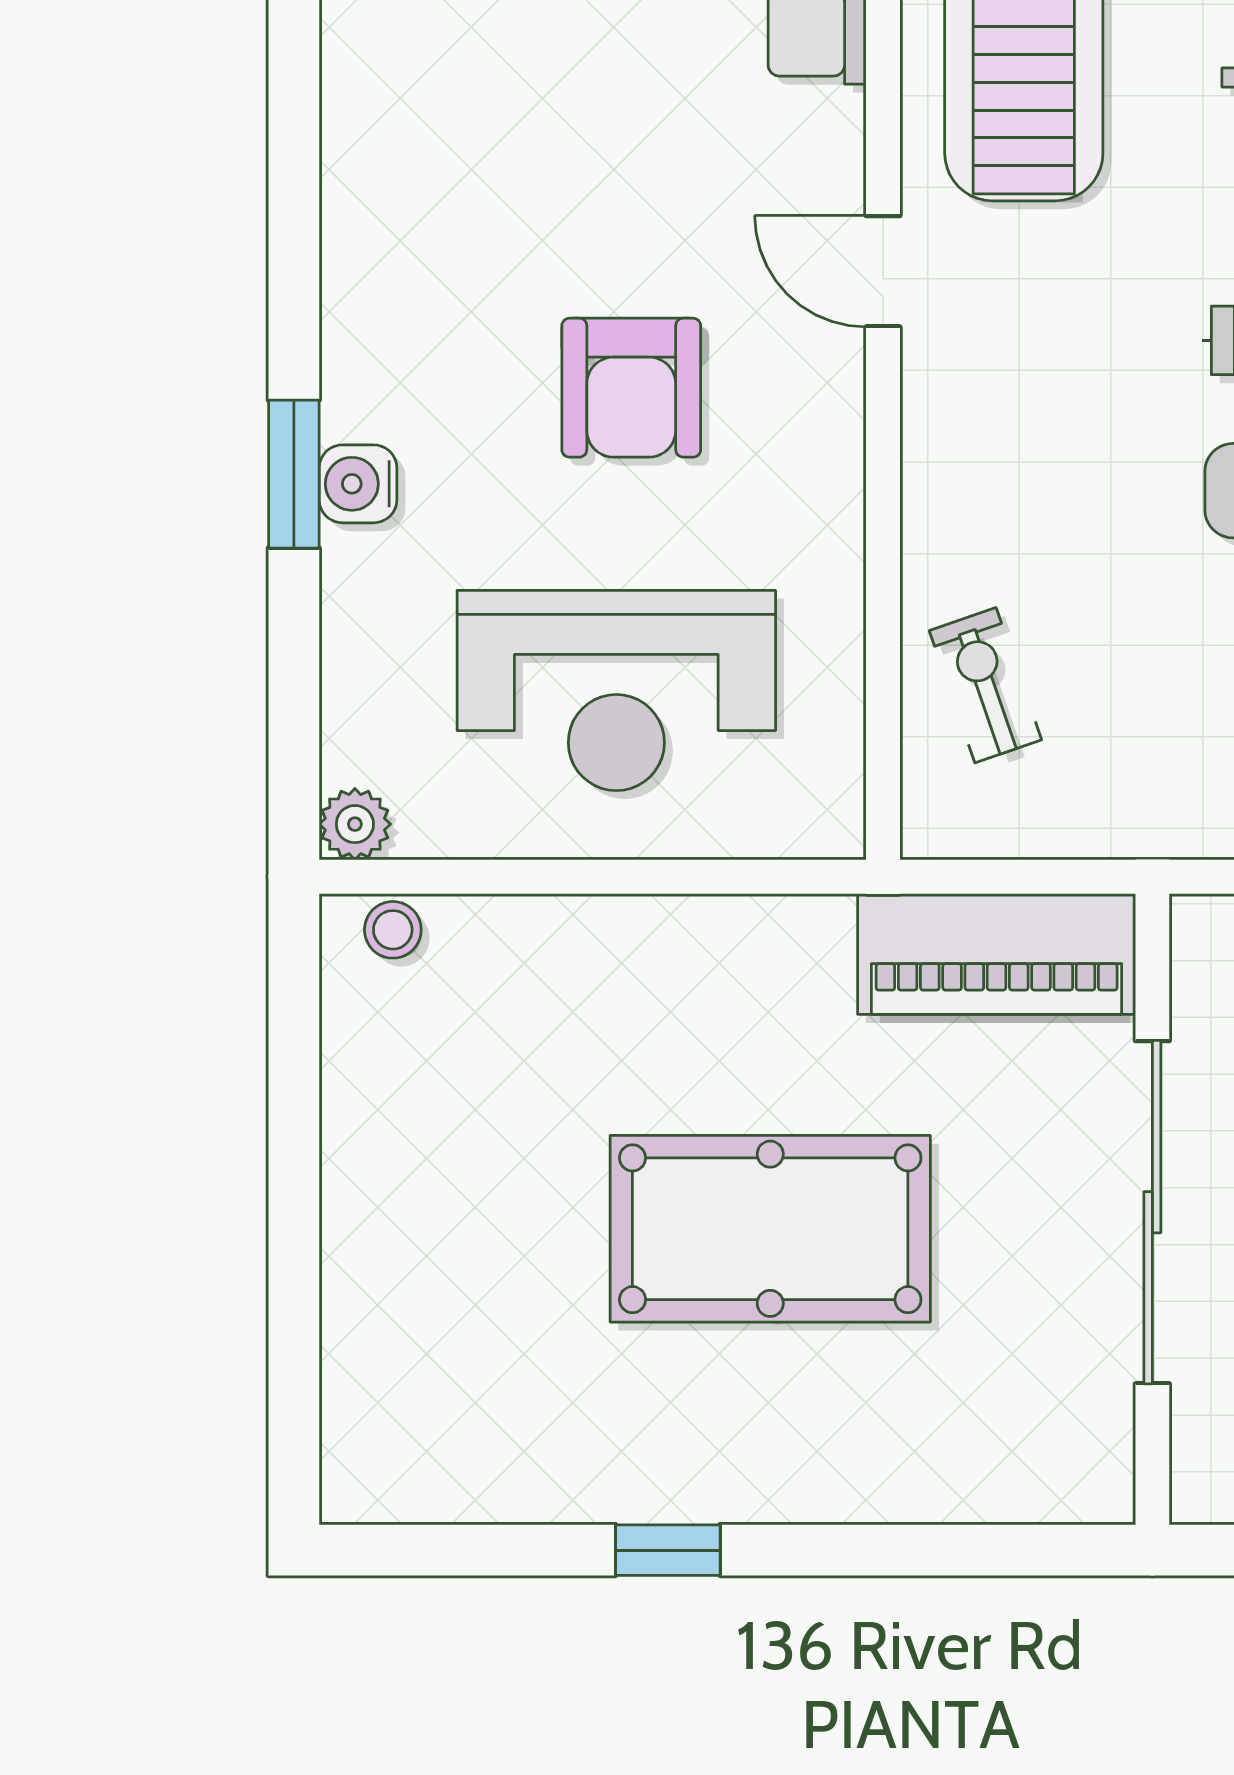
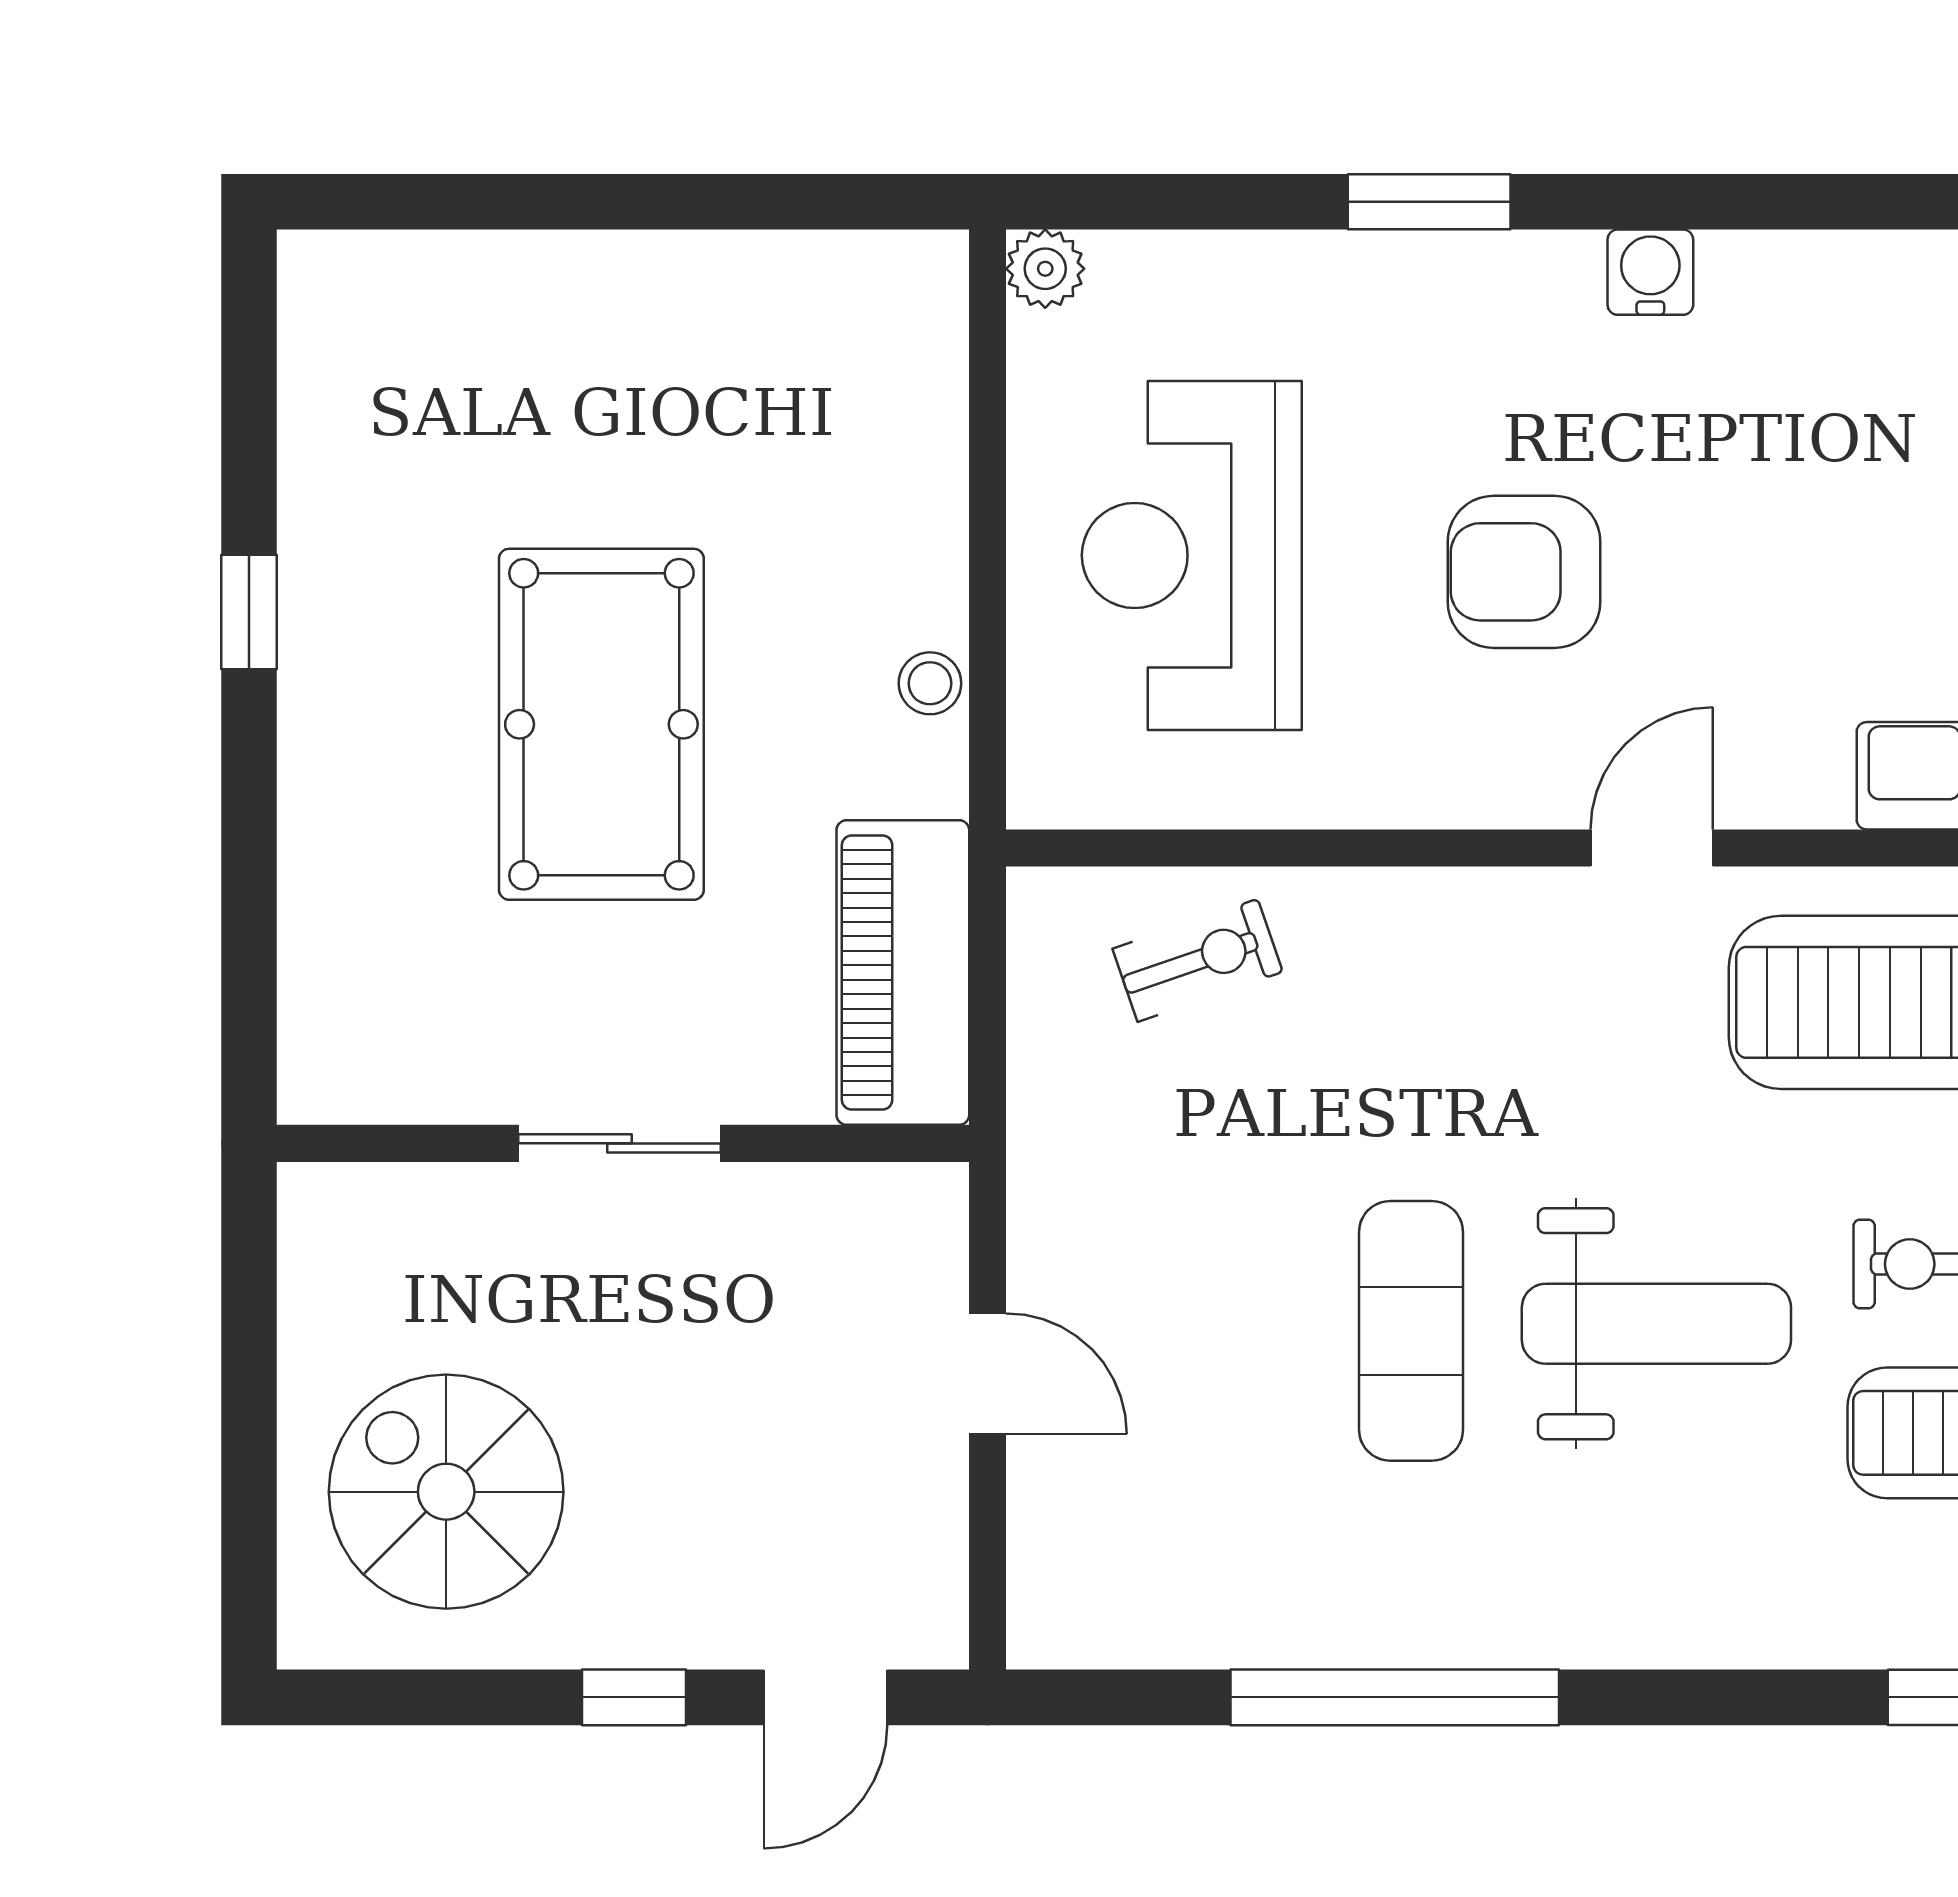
water cooler: (358, 484) -> (1650, 272), moved
stool: (393, 930) -> (930, 683), moved
sliding door: (1152, 1212) -> (620, 1143), width x0.54

